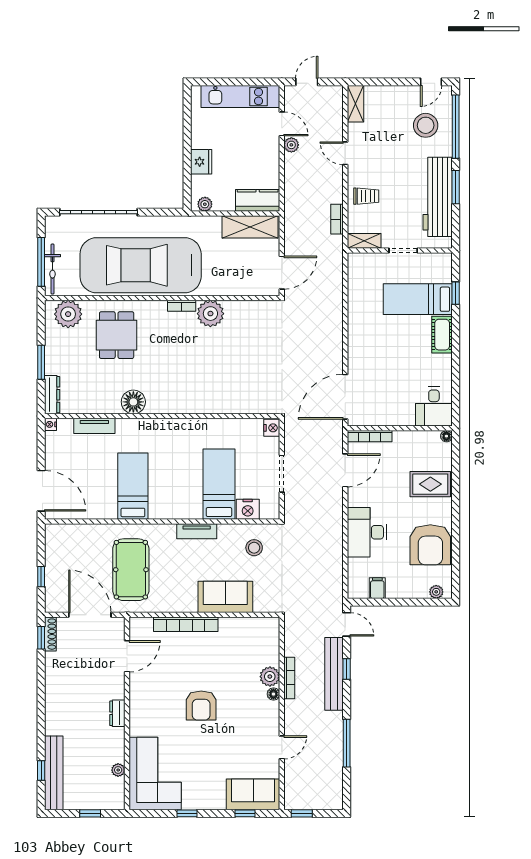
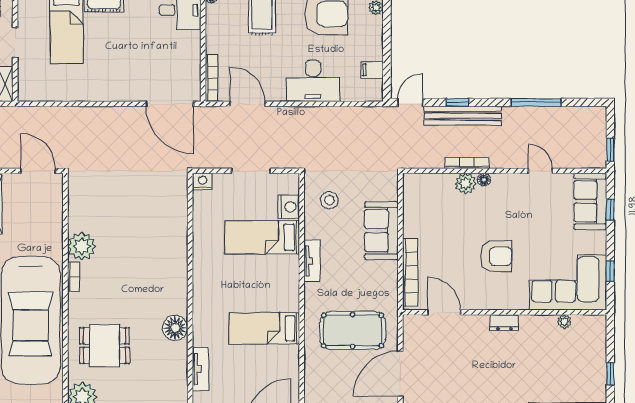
door: (127, 656) -> (444, 312), moved
dresser: (117, 713) -> (504, 323), moved
wall: (127, 713) -> (505, 312), moved
plant: (118, 770) -> (564, 322), moved
corner sofa: (155, 773) -> (568, 283), moved

